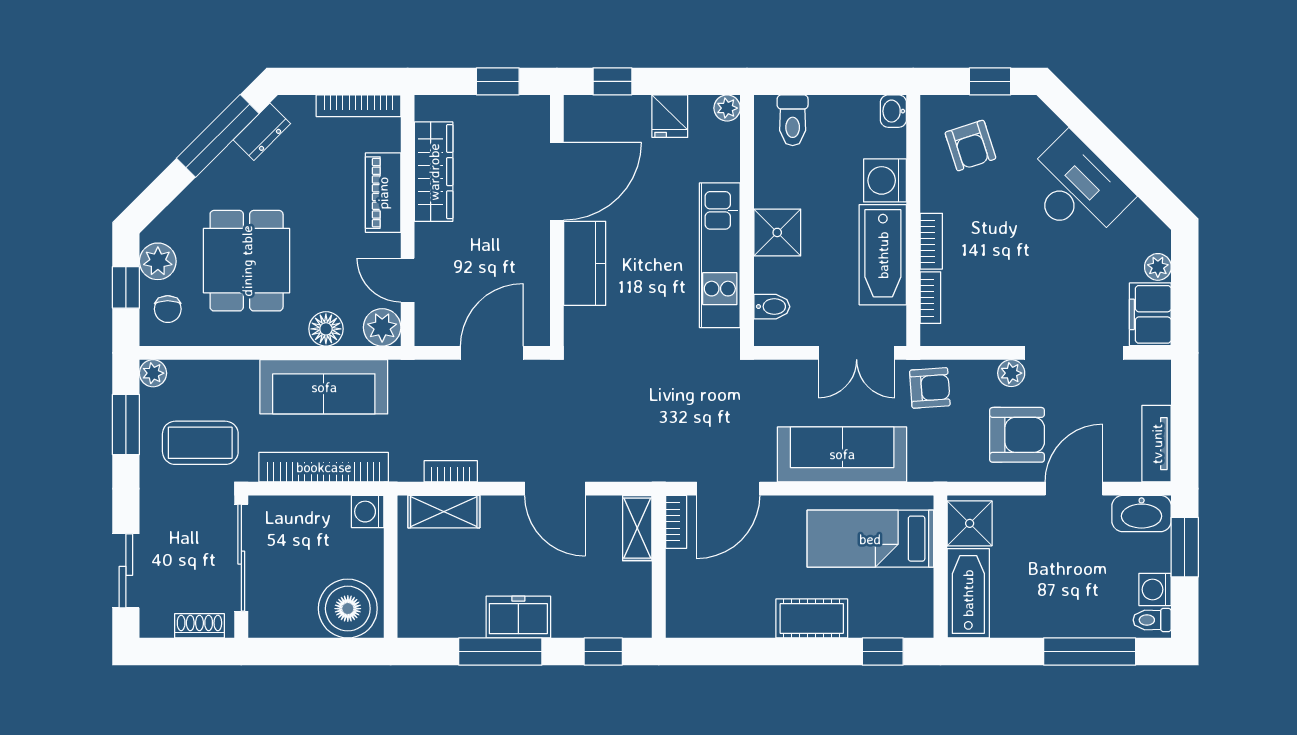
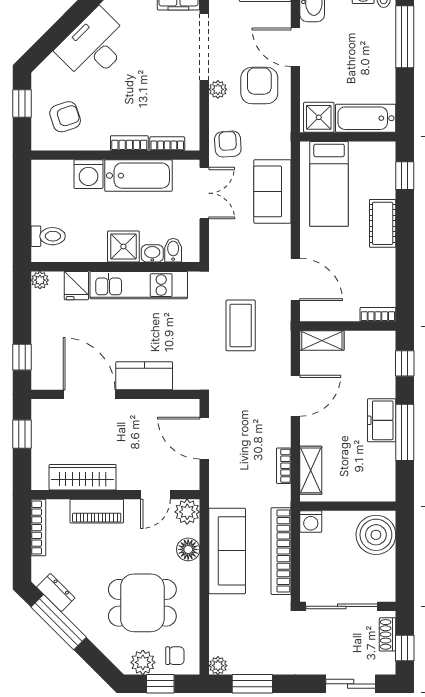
washbasin: (893, 111) -> (152, 253), moved, turned 180
fridge: (670, 116) -> (76, 286), moved, turned 90
coffee table: (200, 443) -> (241, 325), moved
sofa: (842, 454) -> (272, 191), width x0.73
bookcase: (676, 522) -> (378, 314), moved
window: (179, 652) -> (405, 648), added

